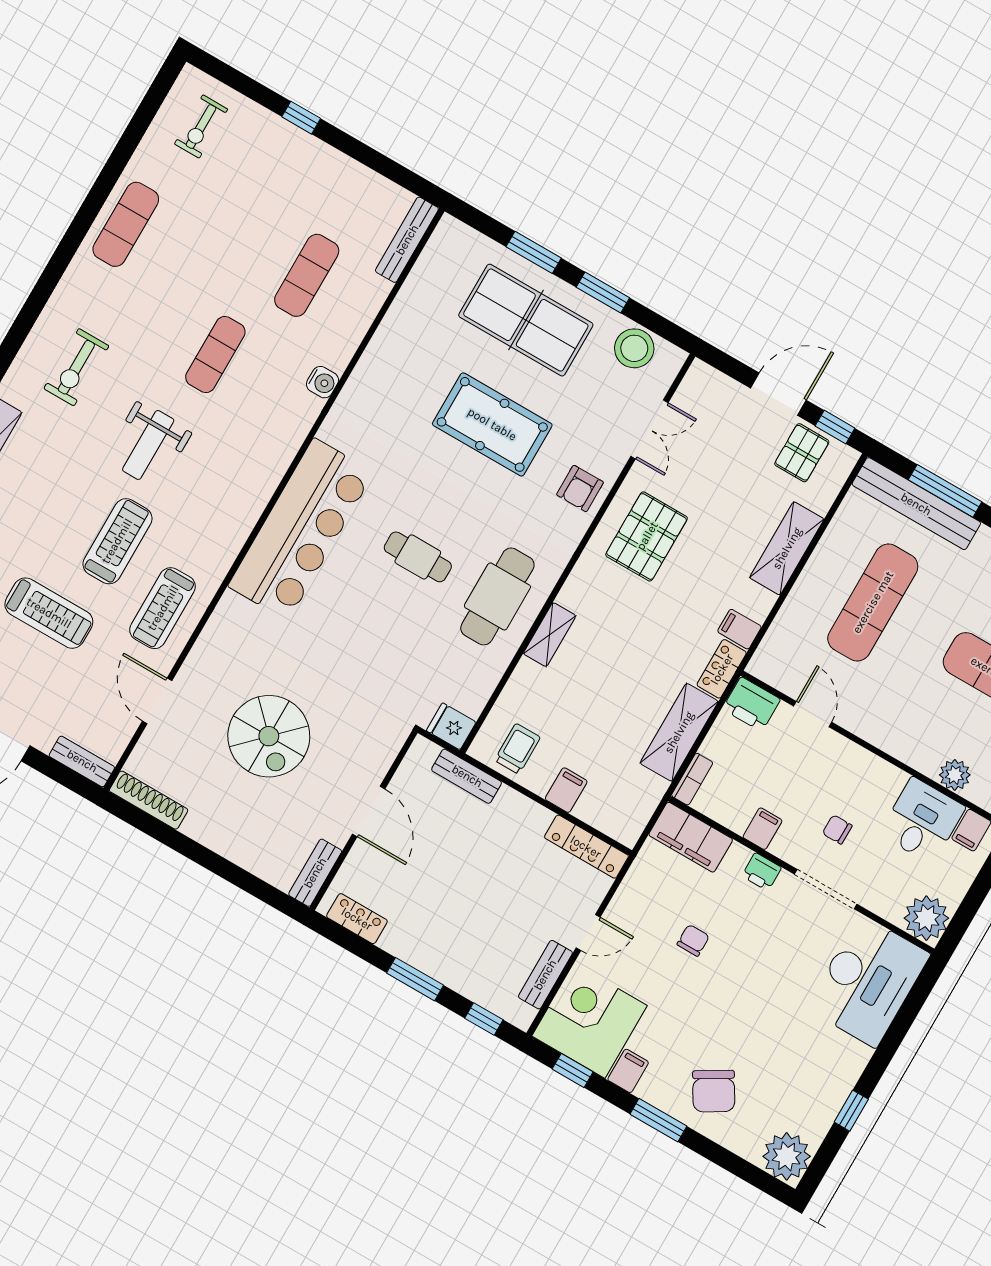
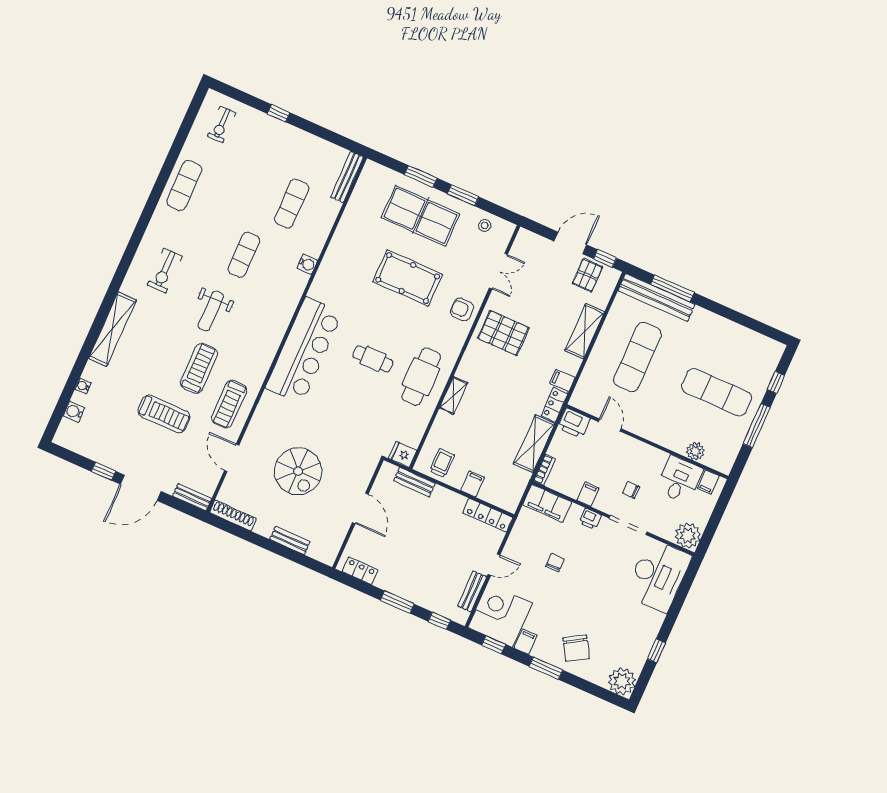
stool: (634, 348) -> (485, 225), width x0.53, depth x0.53
armchair: (580, 488) -> (462, 309), turned 90
pallet: (647, 536) -> (503, 333), turned 90
bench: (315, 873) -> (290, 541), moved, turned 90

